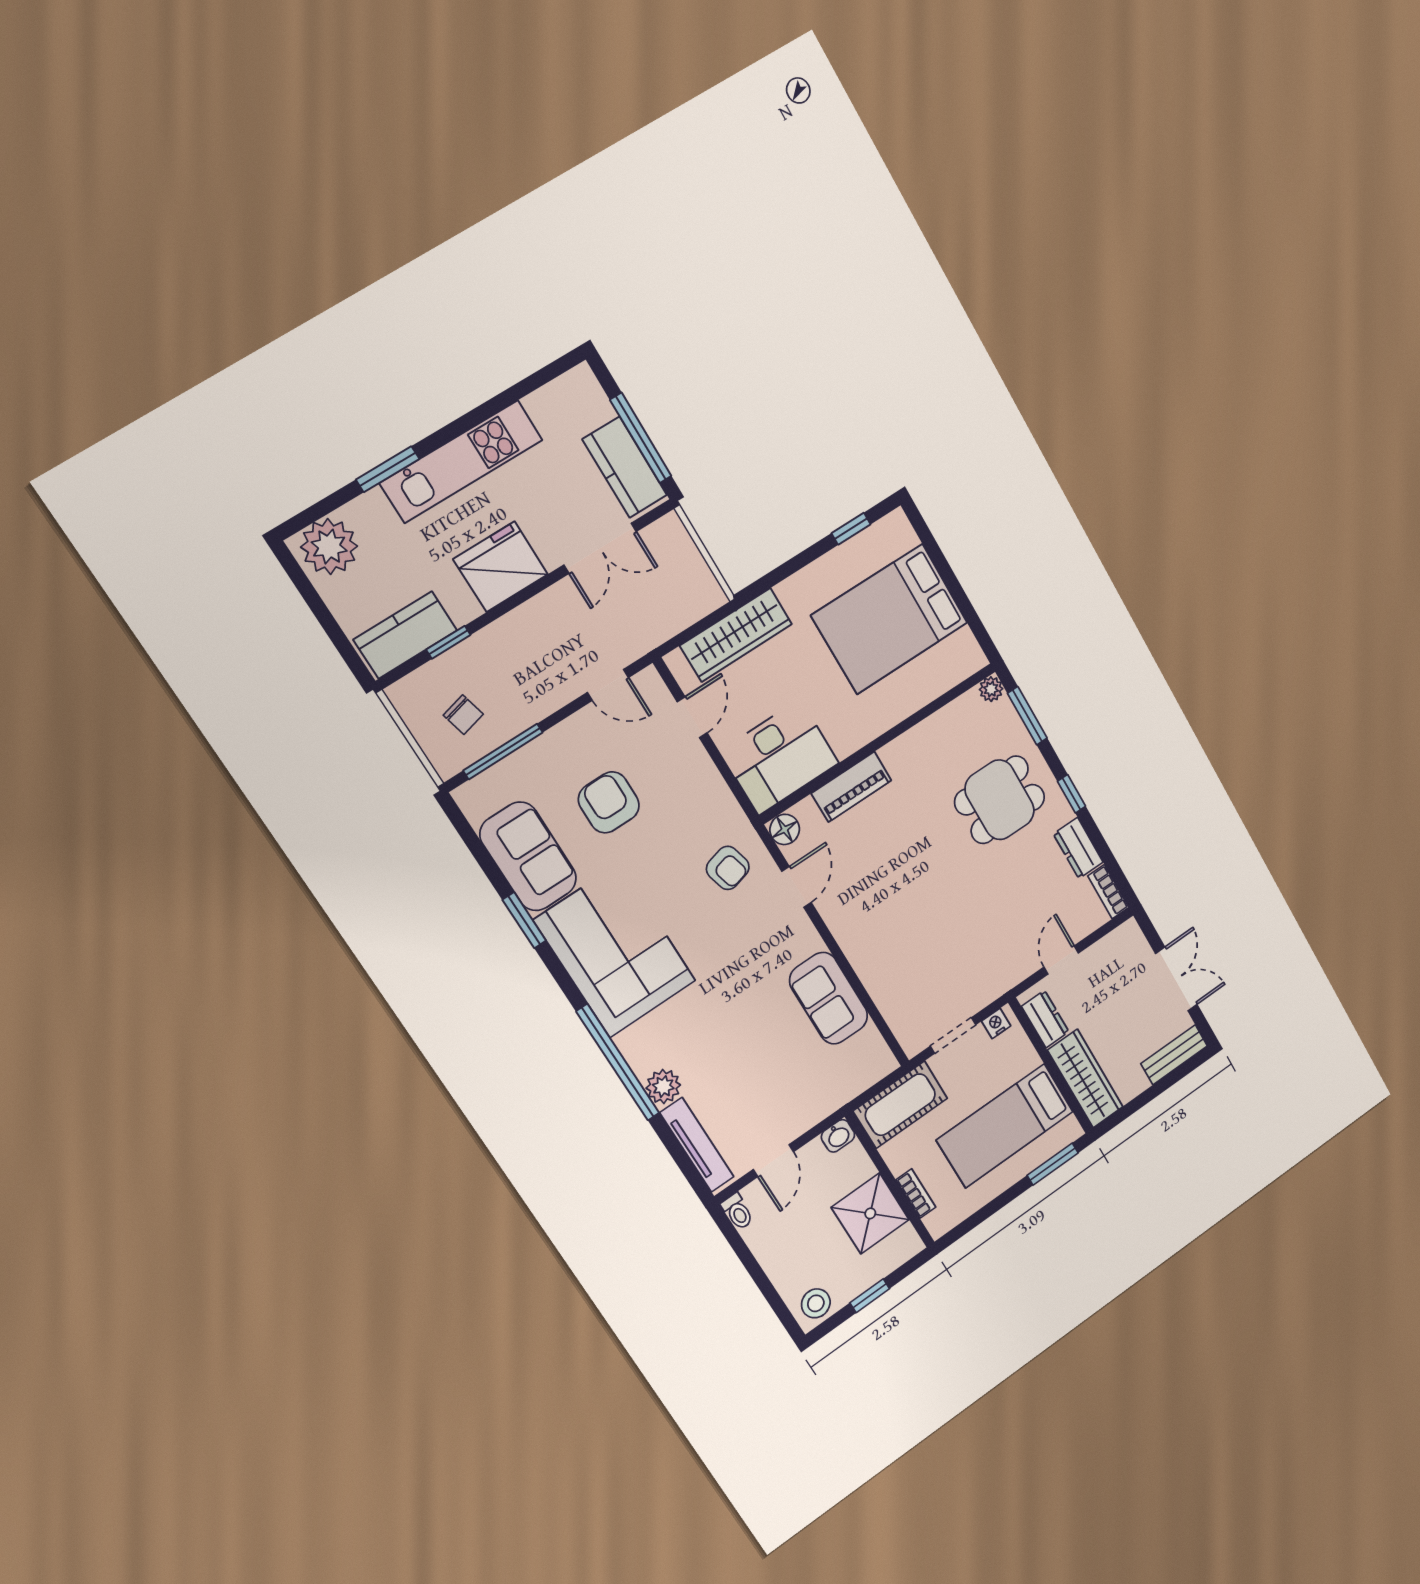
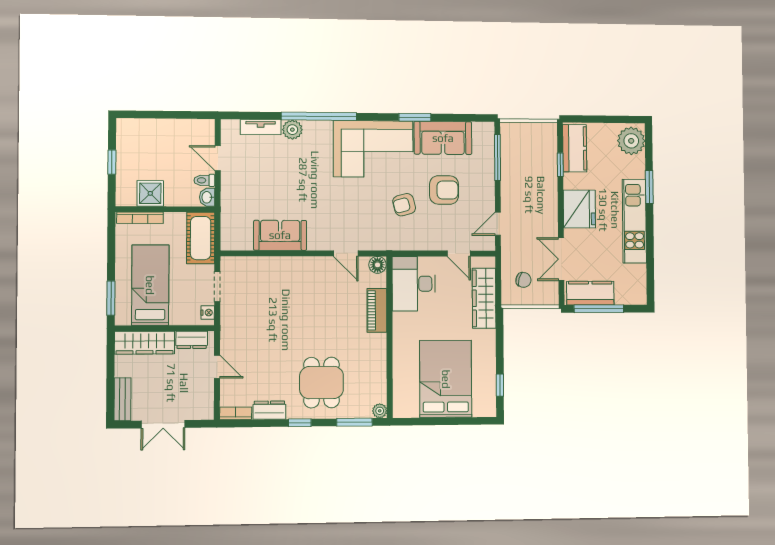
chair: (463, 715) -> (523, 280), moved, turned -150
armchair: (728, 868) -> (404, 205), moved
tv unit: (697, 1145) -> (261, 127), width x0.71
bookcase: (916, 1194) -> (140, 218), width x1.56
toilet: (737, 1212) -> (204, 180), moved
shower: (870, 1213) -> (150, 193), width x0.73, depth x0.73
stool: (816, 1303) -> (128, 133), removed

